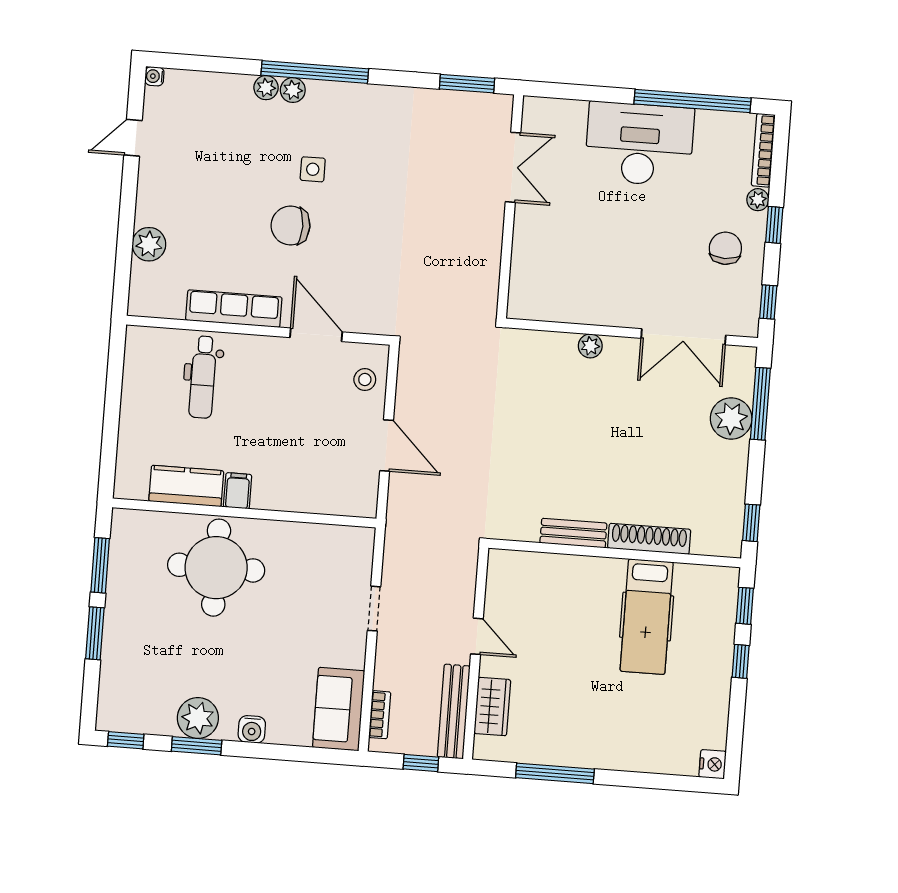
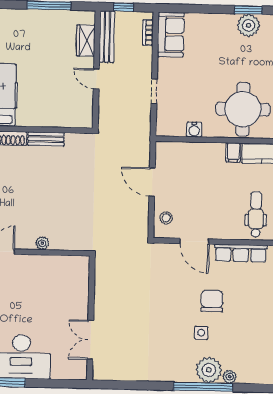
window: (467, 84) -> (118, 385), removed
plant: (293, 90) -> (209, 370), width x1.88, depth x1.88
chair: (291, 226) -> (212, 301), turned -90
water cooler: (252, 729) -> (194, 130), moved, turned 180

